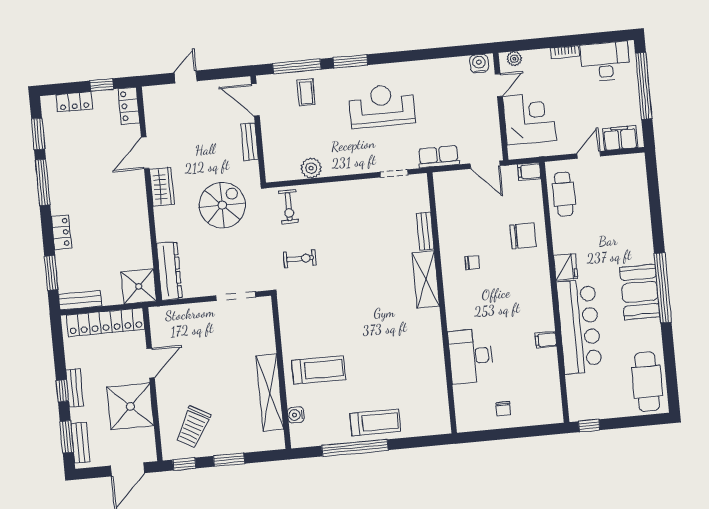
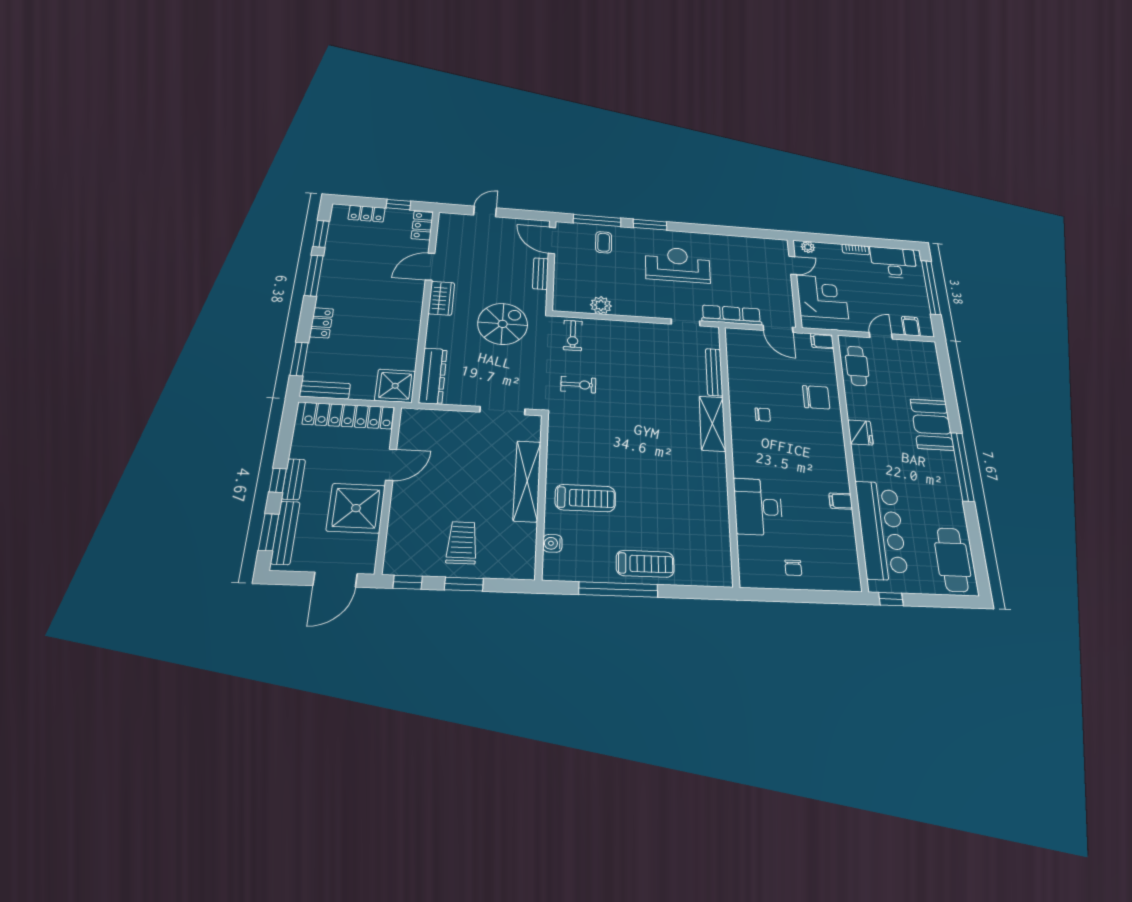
water cooler: (479, 64) -> (774, 246), removed
filing cabinet: (620, 138) -> (911, 326), width x0.50
row of seats: (438, 157) -> (731, 315), width x1.48
bench: (425, 231) -> (714, 372), width x1.36
booth: (640, 292) -> (932, 425), moved
bar counter: (579, 327) -> (881, 530), moved
shelving: (270, 392) -> (527, 481), moved
trolley: (193, 427) -> (462, 543), moved, turned 151
bench: (80, 443) -> (285, 533), width x1.36

